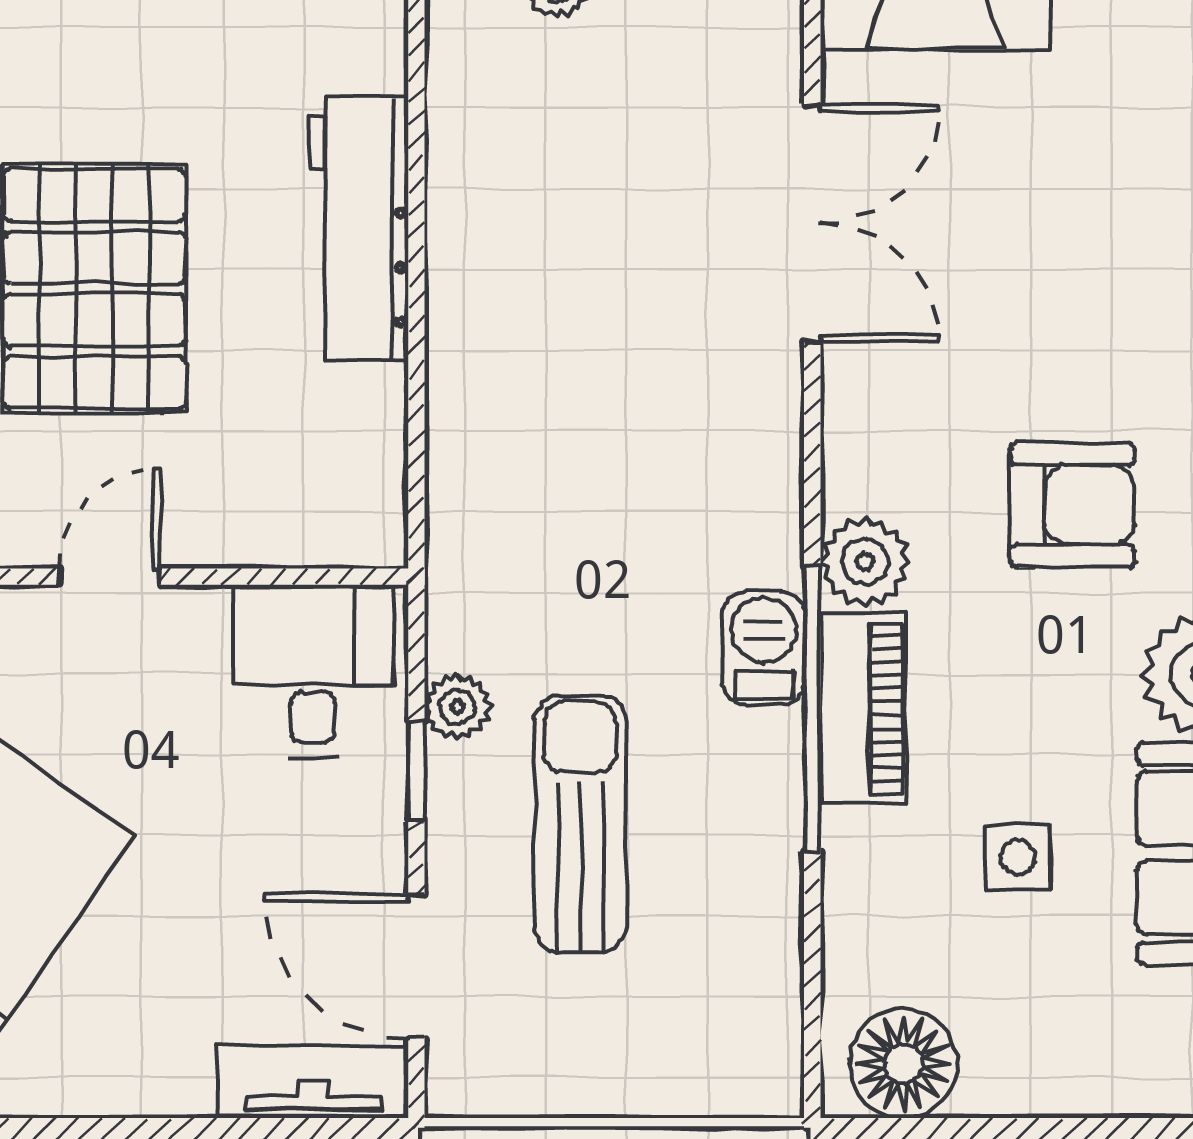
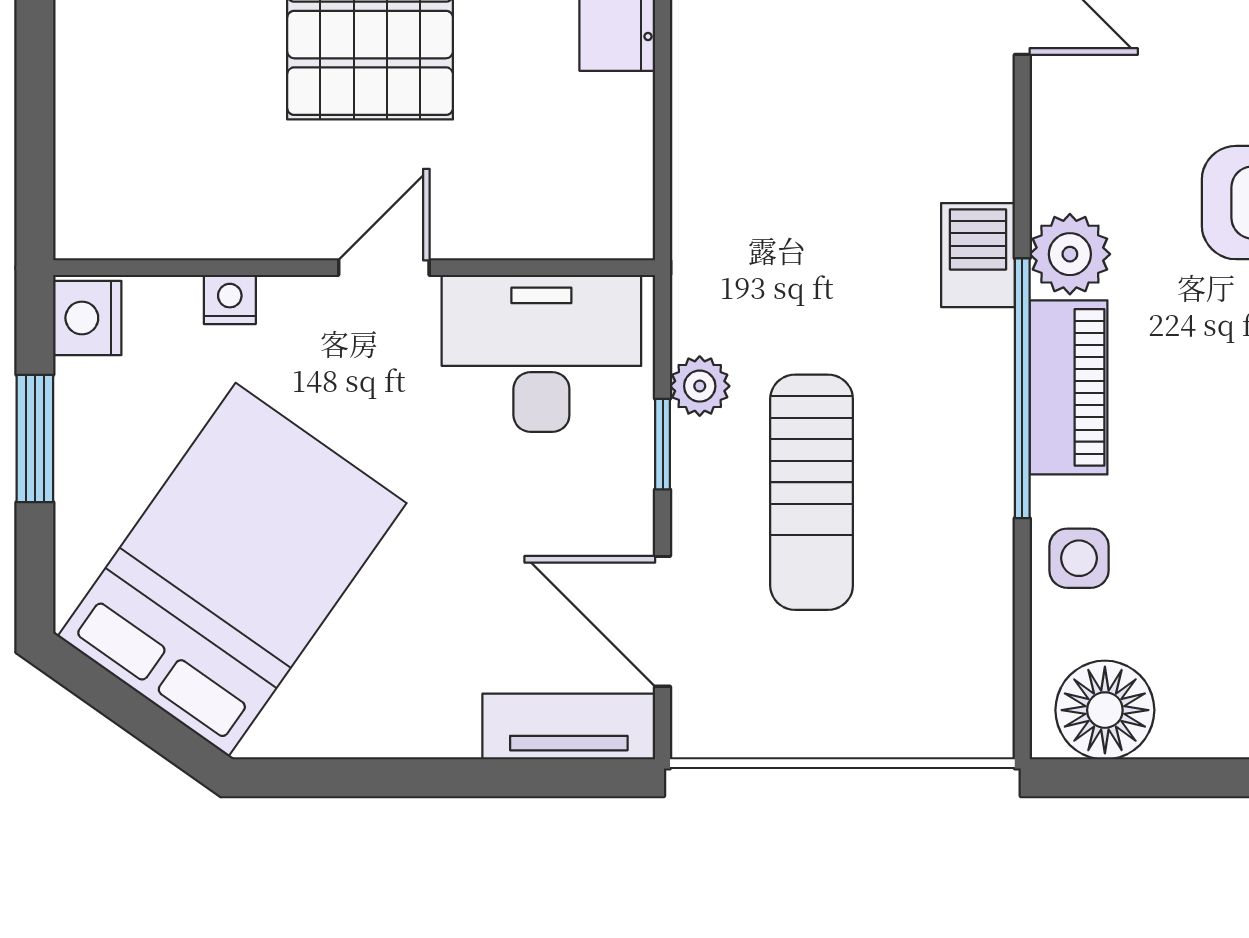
barbecue: (764, 648) -> (978, 255), moved
desk: (313, 671) -> (541, 353), width x1.37
sun lounger: (580, 824) -> (812, 492), turned 180
side table: (1018, 857) -> (1079, 558), moved

